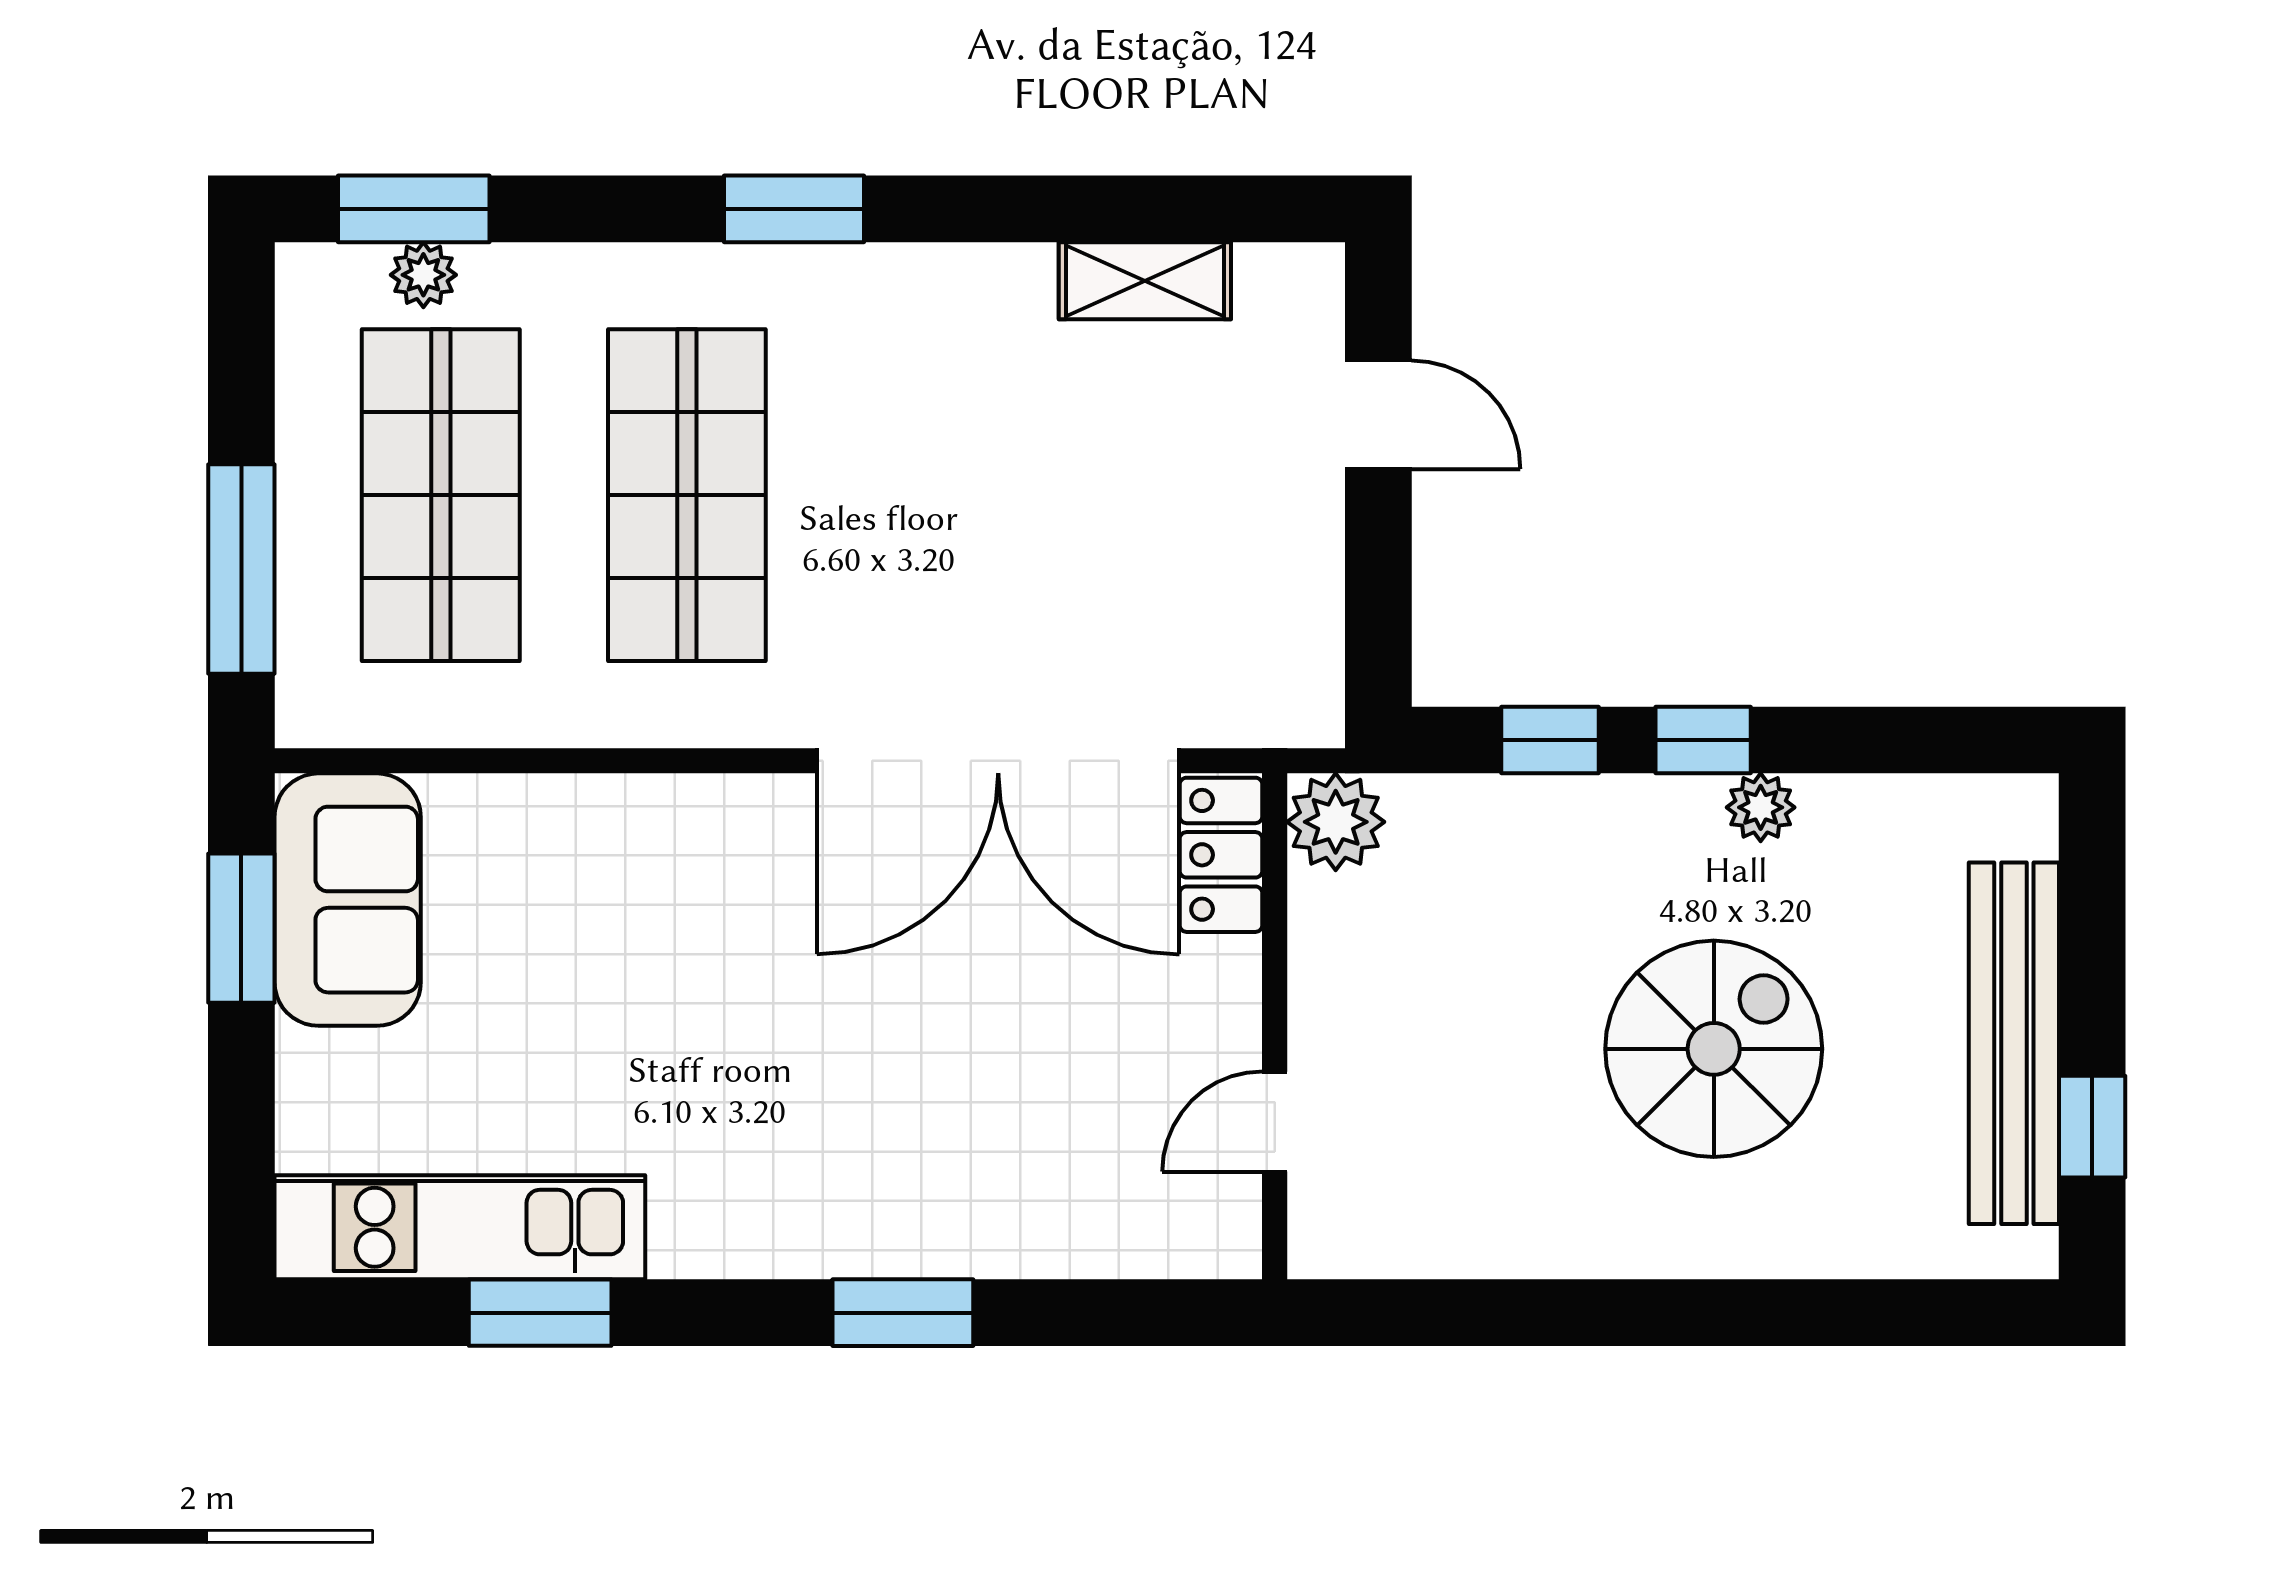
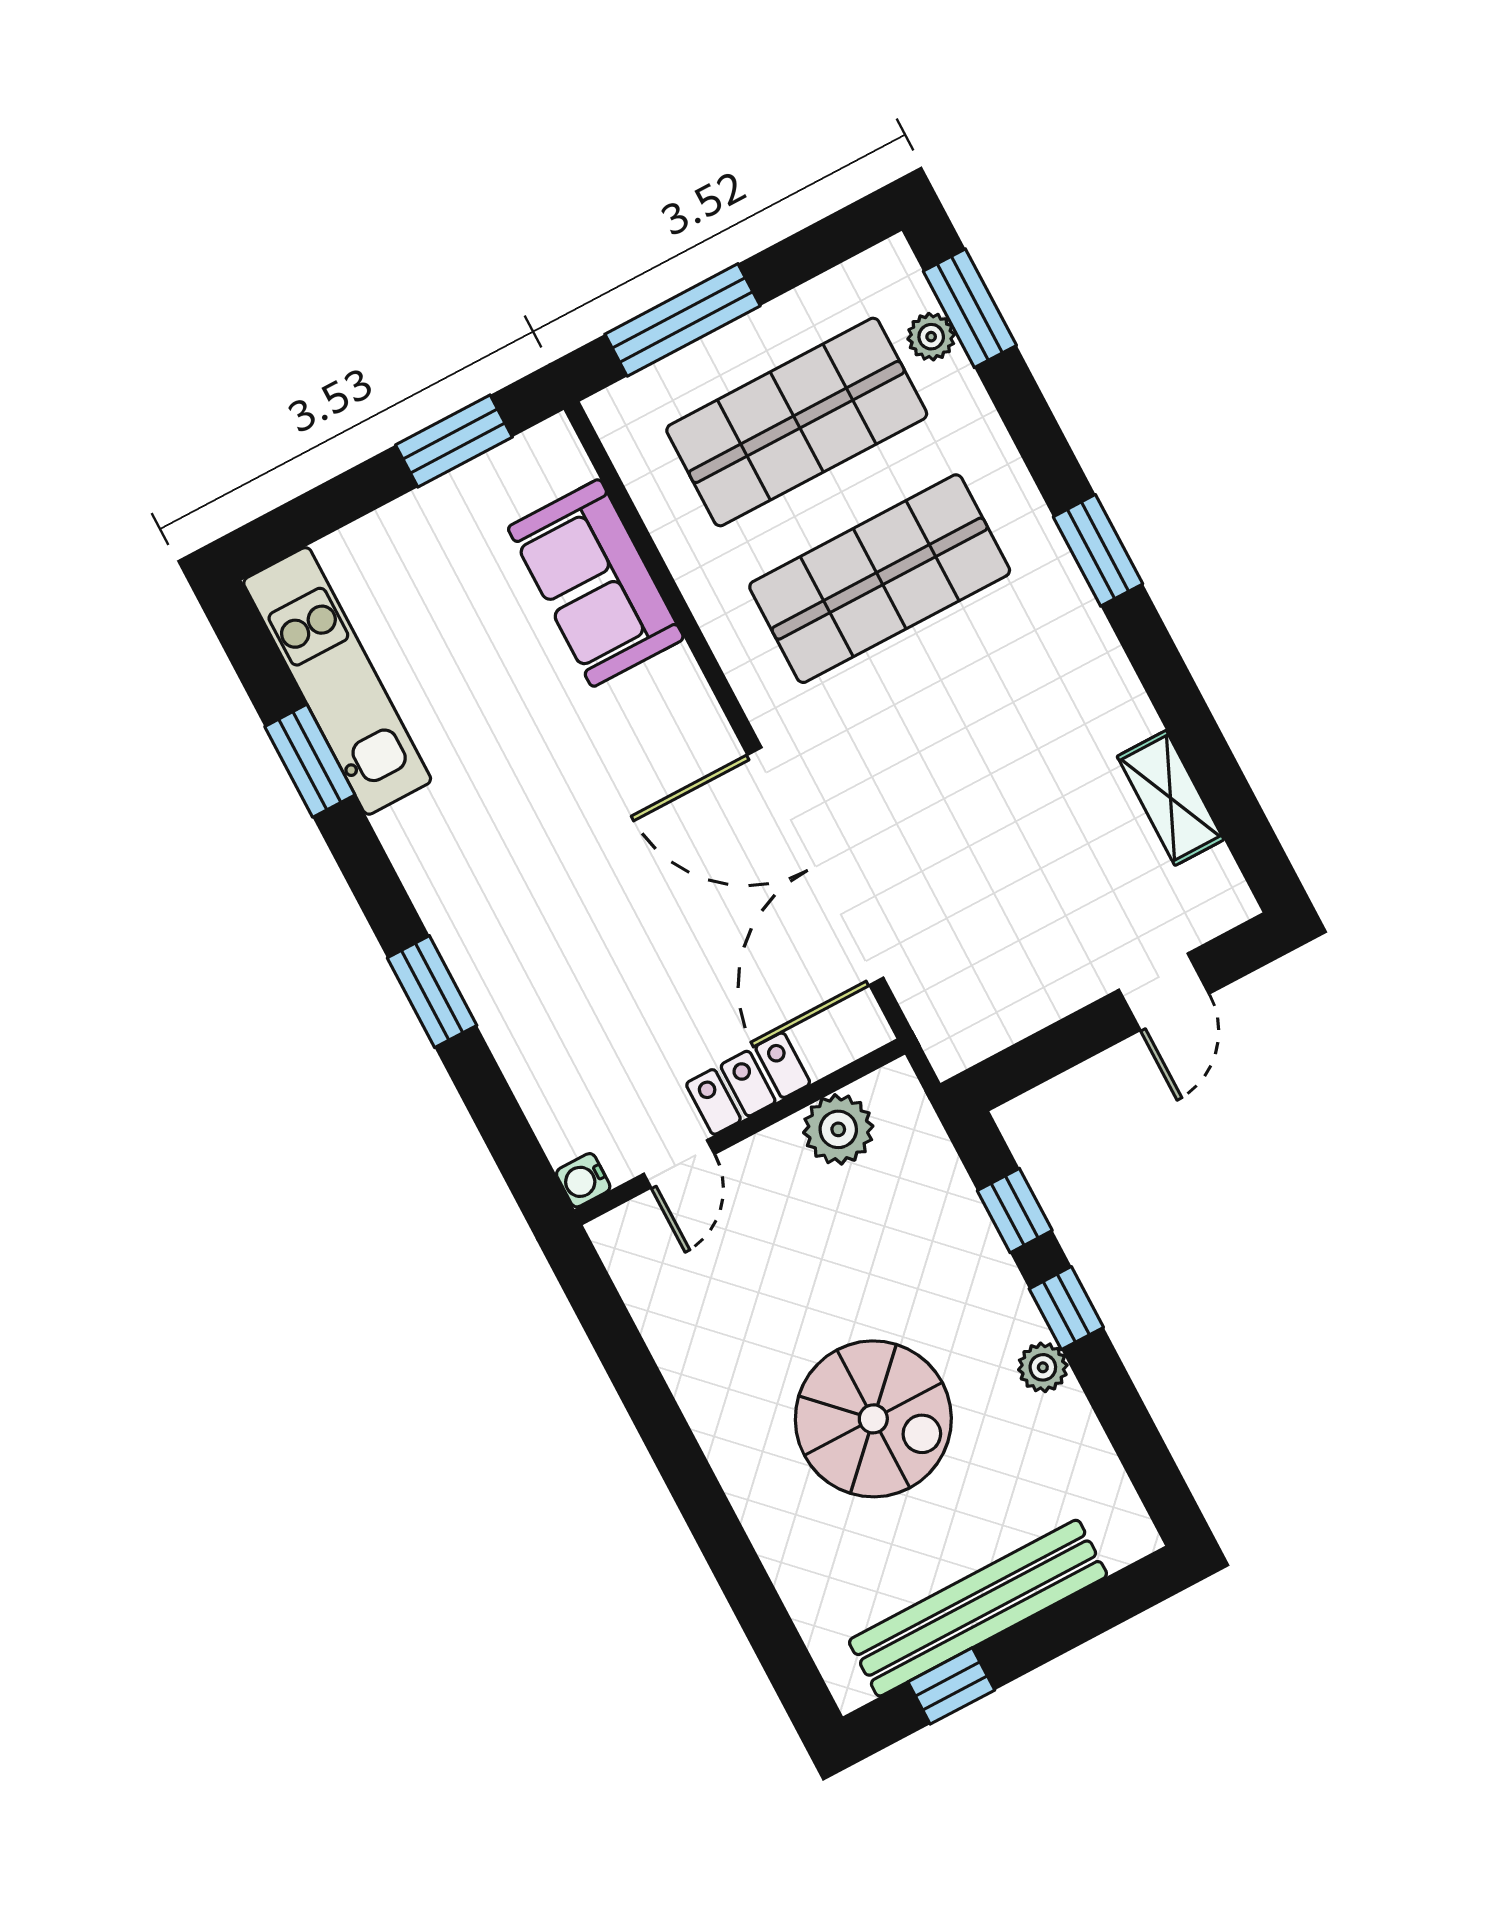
plant: (1336, 822) -> (838, 1129), moved
locker: (1221, 855) -> (748, 1084), moved
sofa: (348, 900) -> (596, 583), moved, turned 90
door: (1275, 1122) -> (679, 1164), swing flipped
water cooler: (1232, 1250) -> (583, 1180), added

